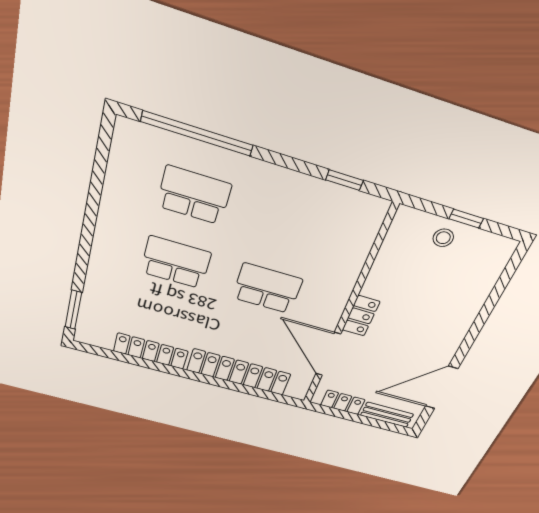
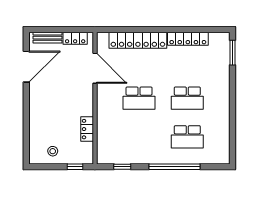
window: (197, 134) -> (174, 167), moved
window: (466, 219) -> (75, 167), moved
stool: (443, 238) -> (53, 151), moved
locker: (361, 316) -> (87, 129), moved

